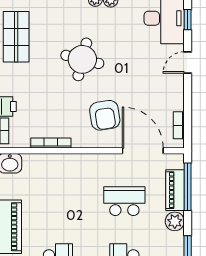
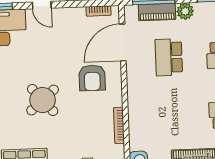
round table: (82, 59) -> (43, 100), turned 35
armchair: (105, 115) -> (92, 78), turned 99

